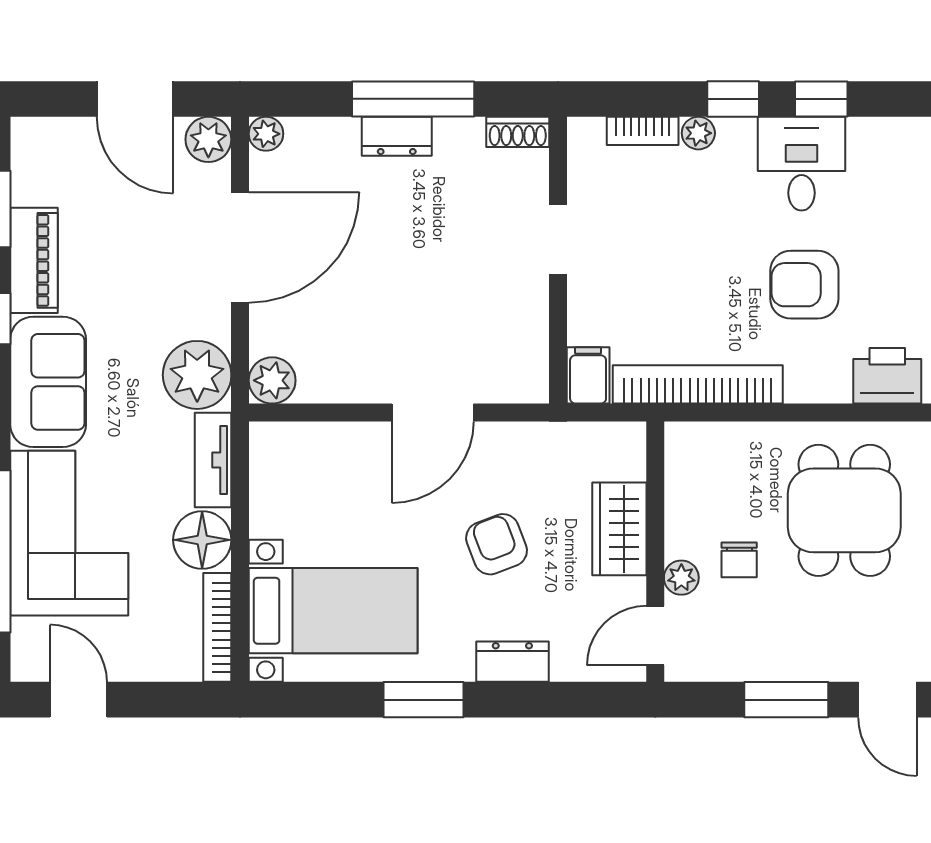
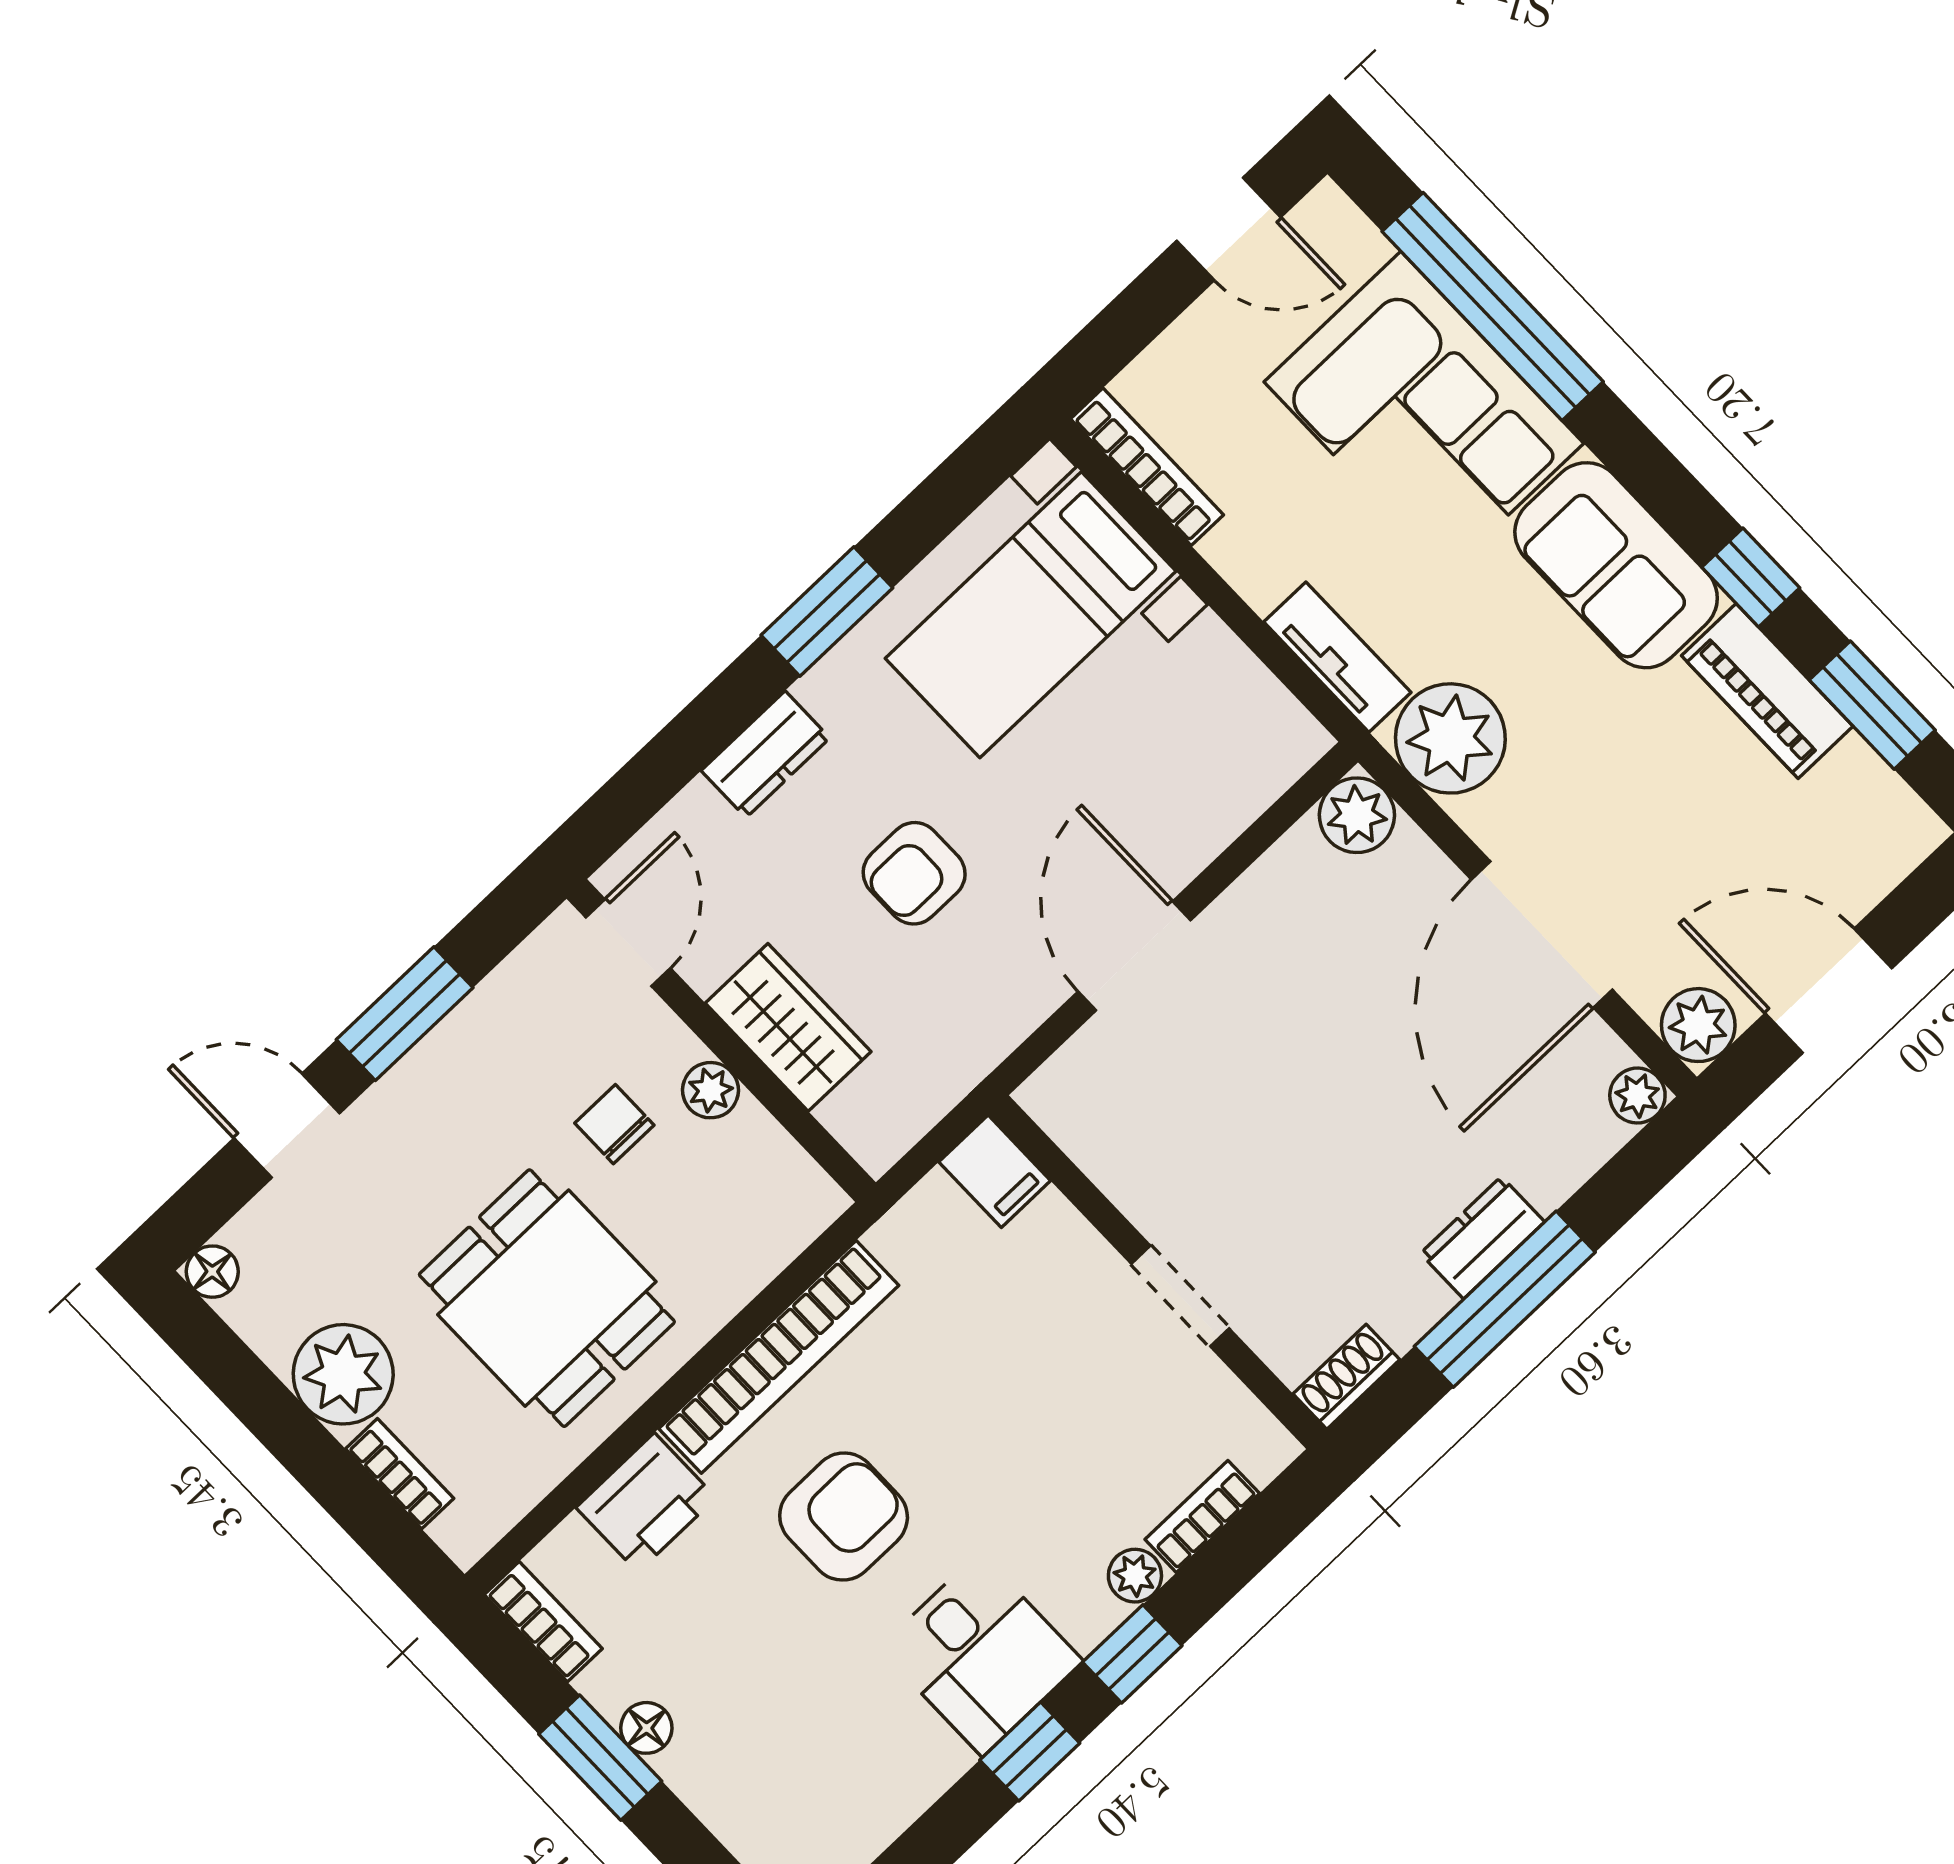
bookcase: (698, 384) -> (779, 1357), moved
floor lamp: (202, 540) -> (1261, 552), removed
armchair: (497, 544) -> (914, 873), turned 111
plant: (681, 578) -> (710, 1090), moved

